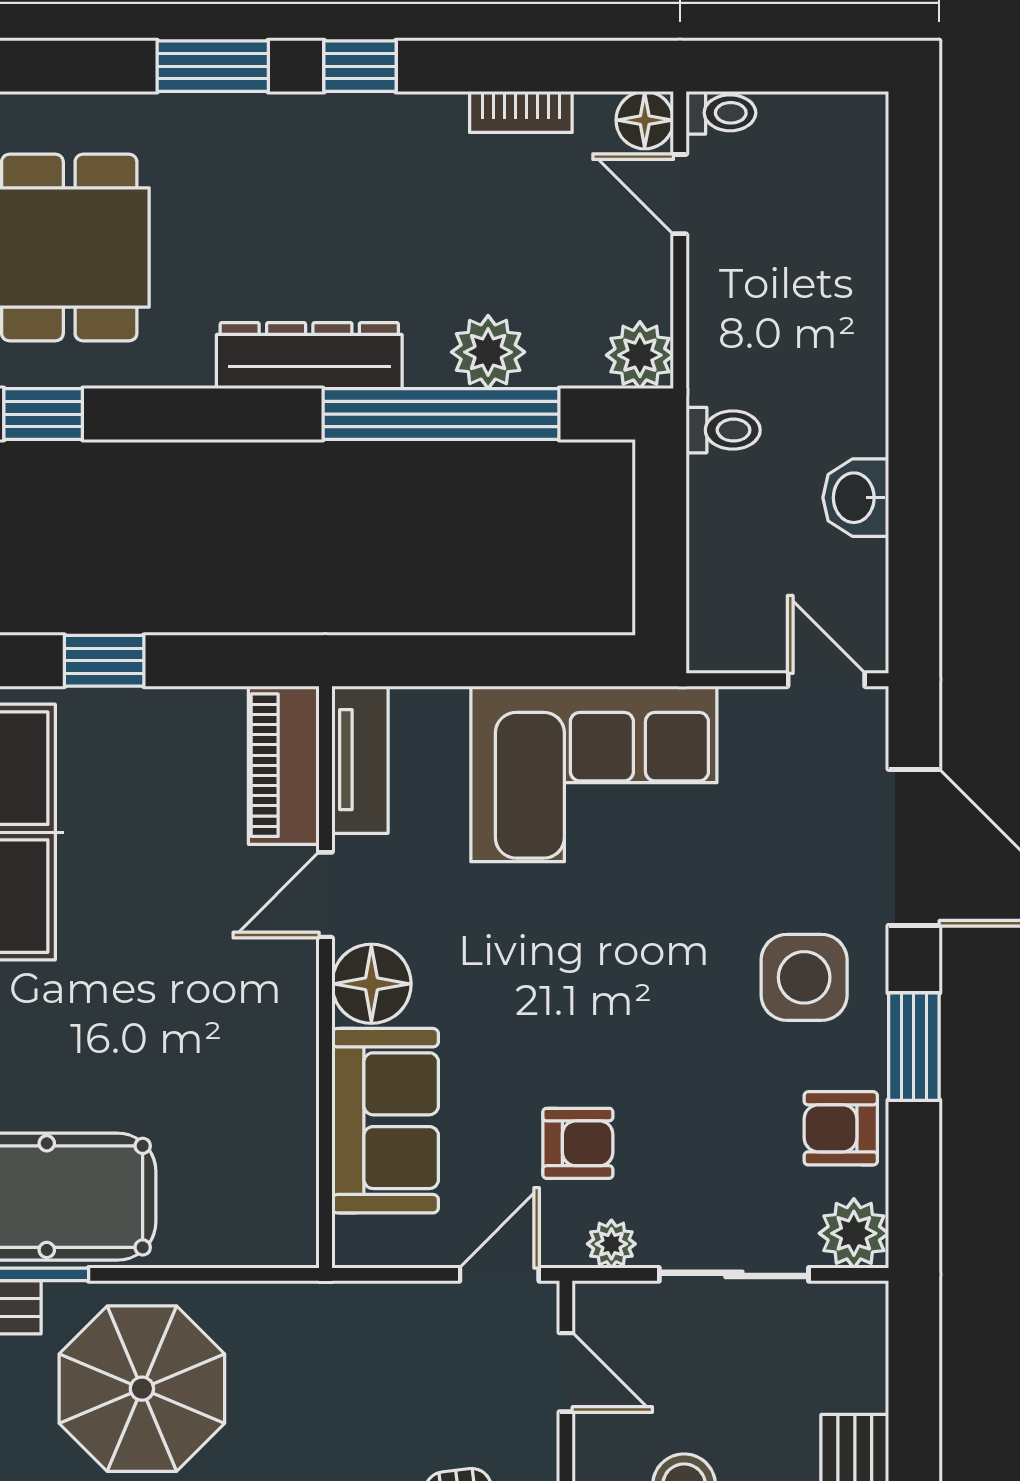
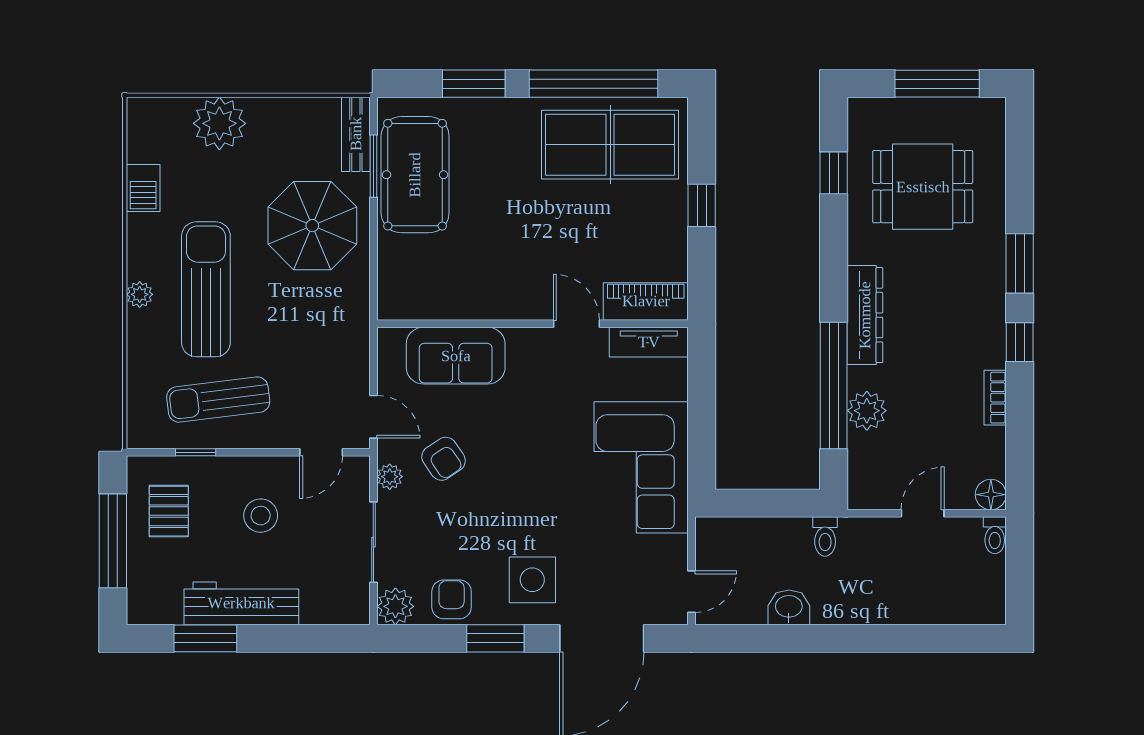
bookcase: (521, 112) -> (995, 398), moved
door: (680, 194) -> (923, 513), moved
plant: (640, 355) -> (865, 492), removed
floor lamp: (371, 984) -> (529, 348), removed
armchair: (578, 1143) -> (444, 459), turned -34

